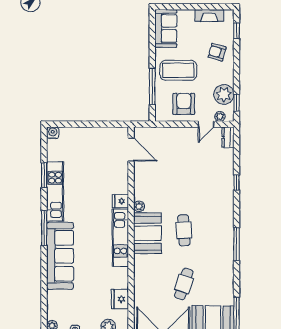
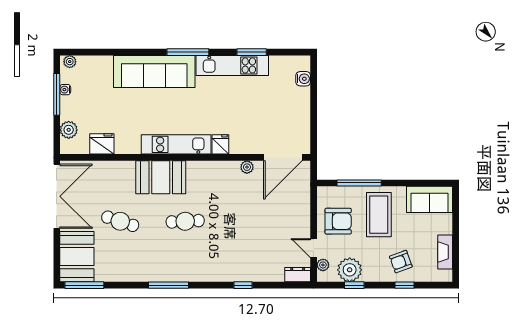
window: (237, 31) -> (404, 285), moved
armchair: (217, 52) -> (401, 262), turned -126
window: (237, 103) -> (354, 285), moved
water cooler: (53, 133) -> (303, 79), moved
door: (131, 149) -> (283, 157), width x1.36
plant: (139, 206) -> (247, 167), moved
booth: (147, 233) -> (161, 177), moved

